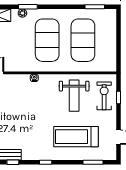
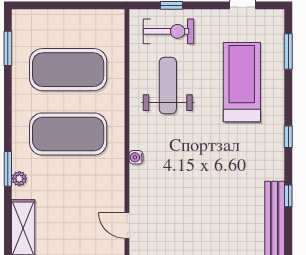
weight bench: (74, 96) -> (168, 86), turned -90
exercise bike: (104, 96) -> (169, 31), turned 180
treadmill: (76, 137) -> (242, 82), turned 180

